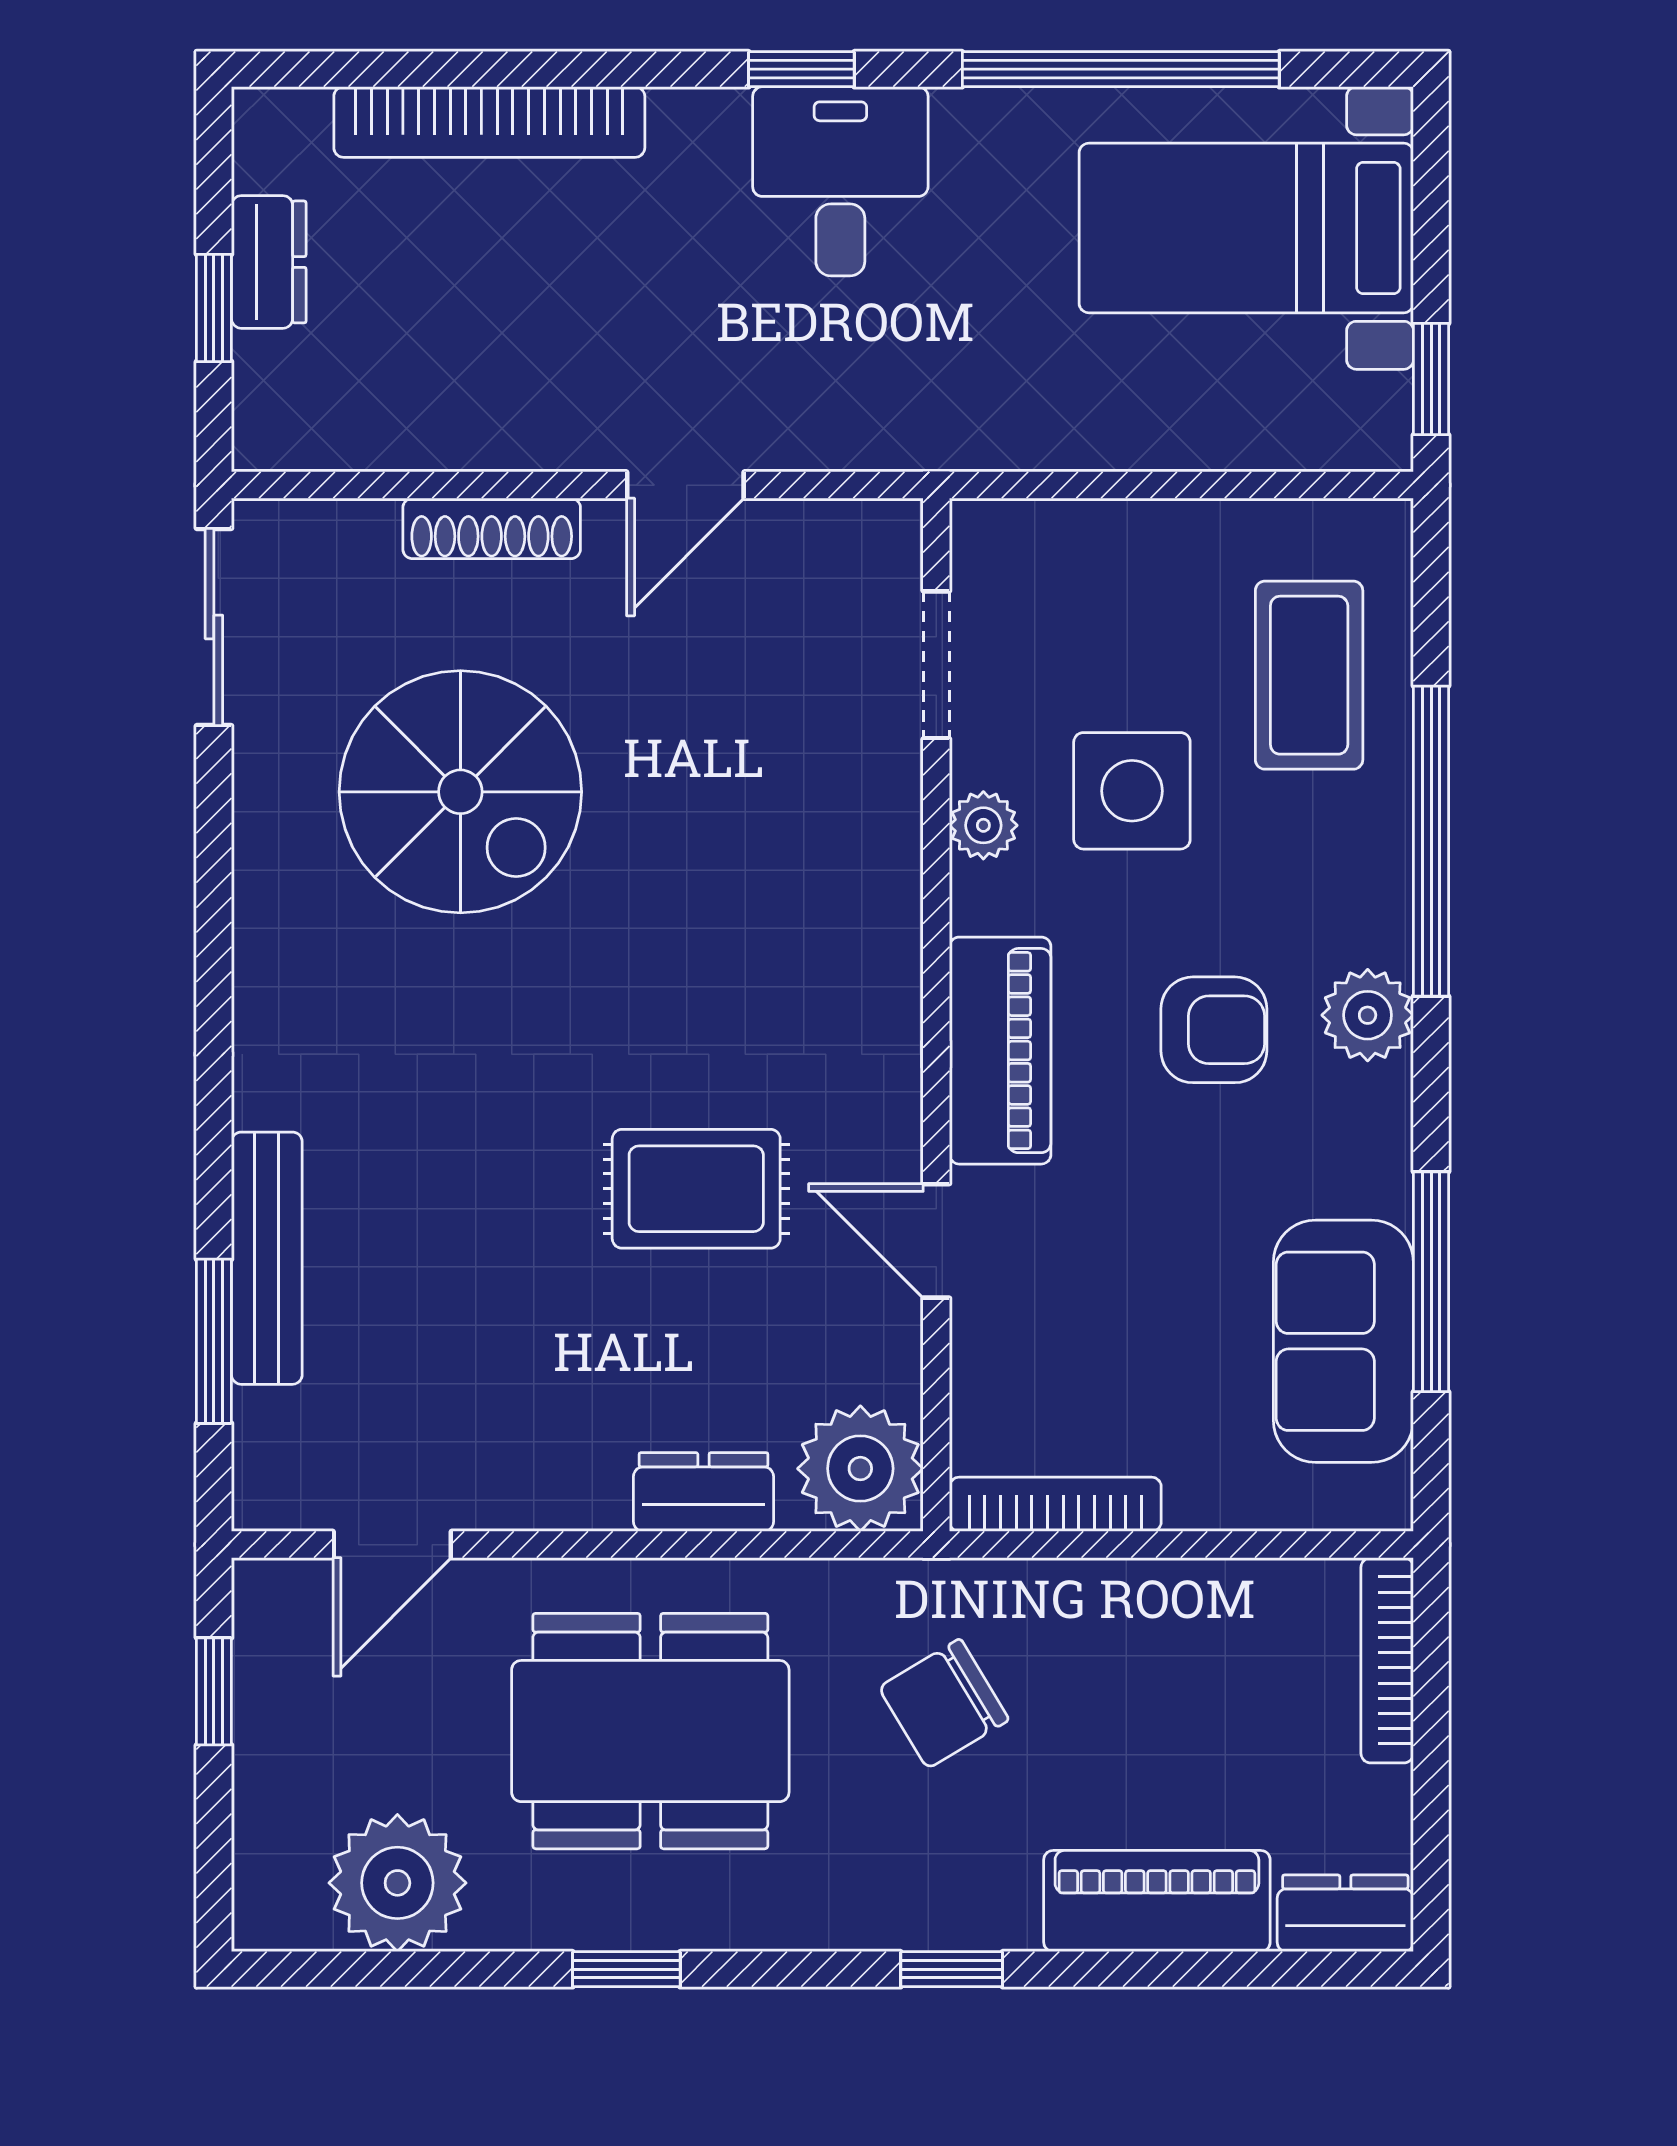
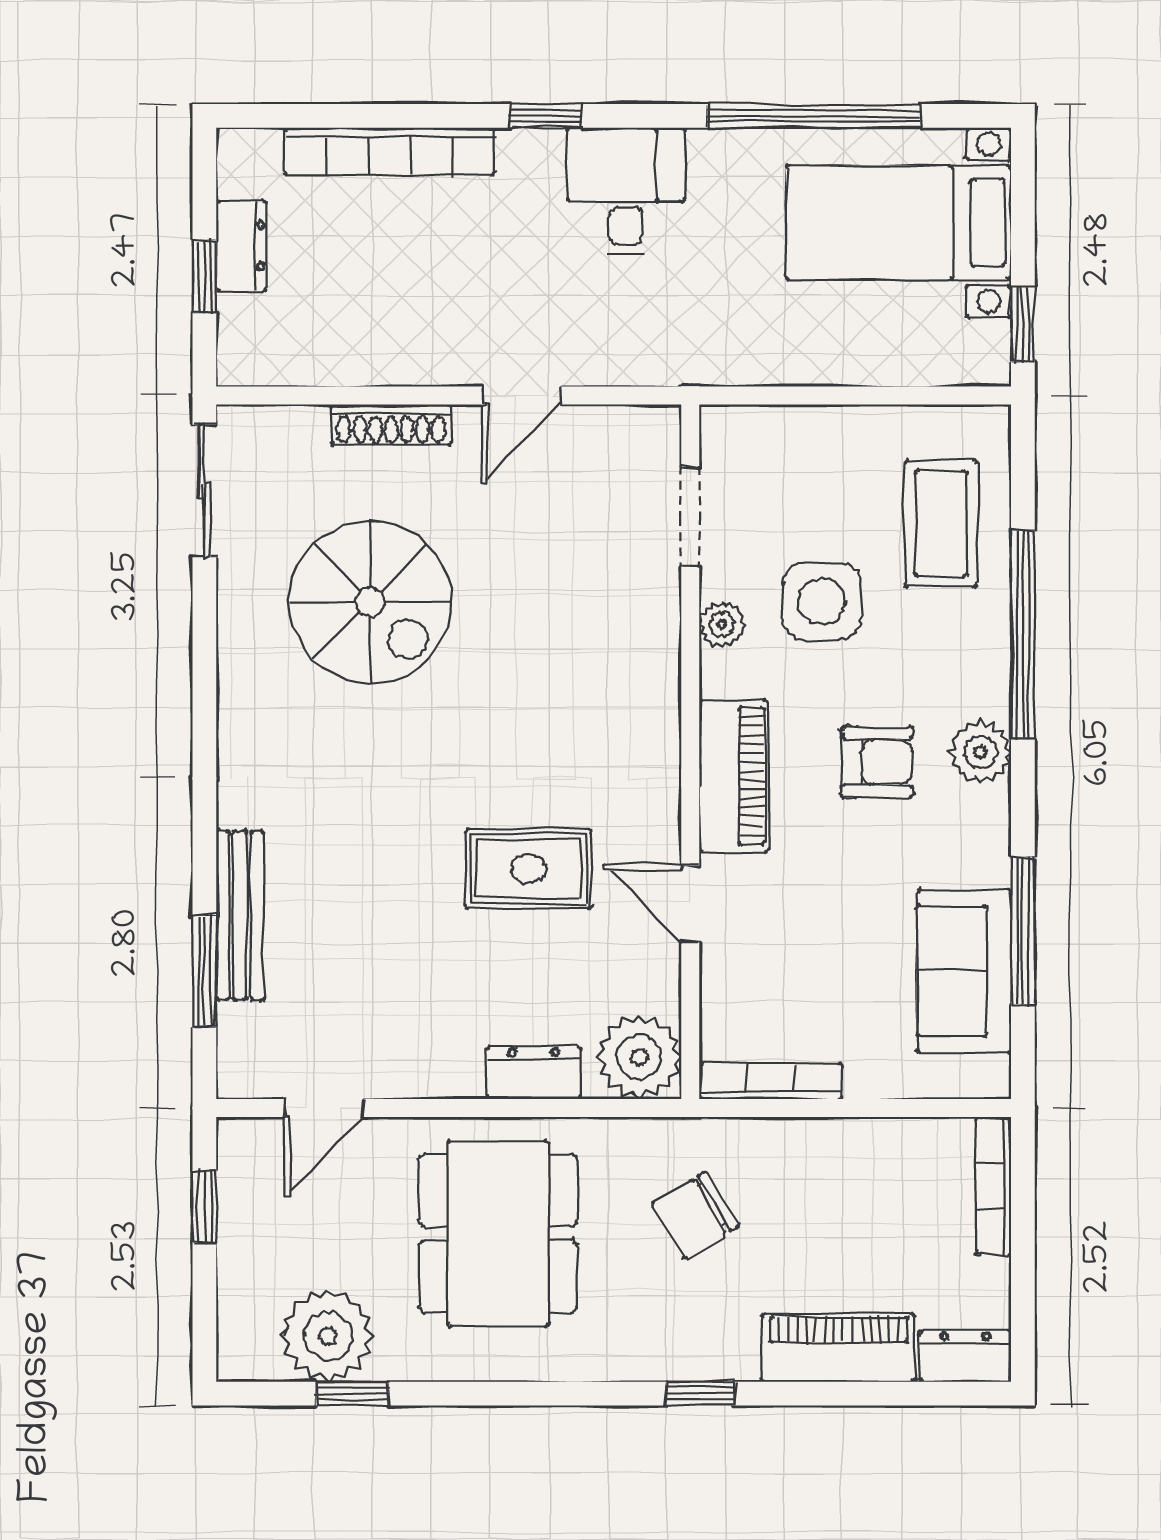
window: (801, 69) -> (546, 116), moved
dining table: (650, 1731) -> (498, 1234), turned 90
window: (626, 1969) -> (352, 1394), moved

